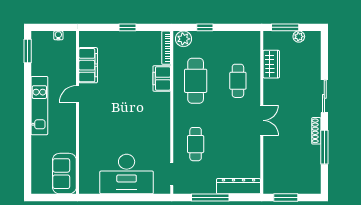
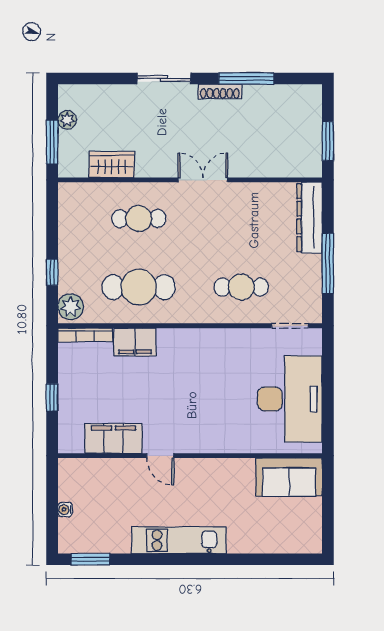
filing cabinet: (88, 65) -> (113, 438), moved
door: (78, 94) -> (160, 456), moved
wall: (78, 112) -> (190, 456), moved
sofa: (64, 174) -> (289, 477), moved

